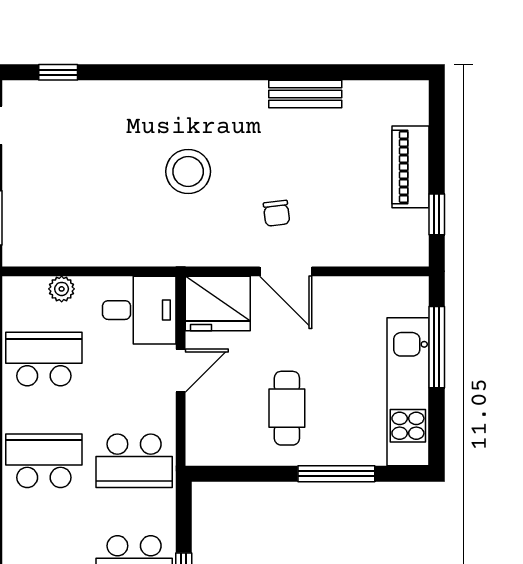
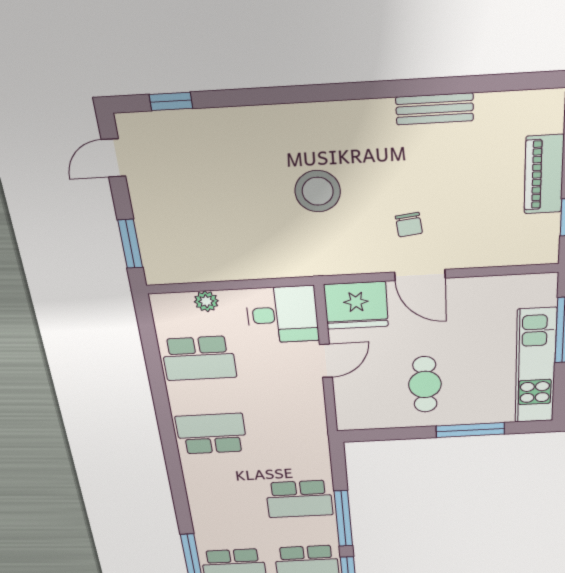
school desk: (44, 359) -> (199, 358), turned 180
school desk: (134, 461) -> (291, 430), removed

